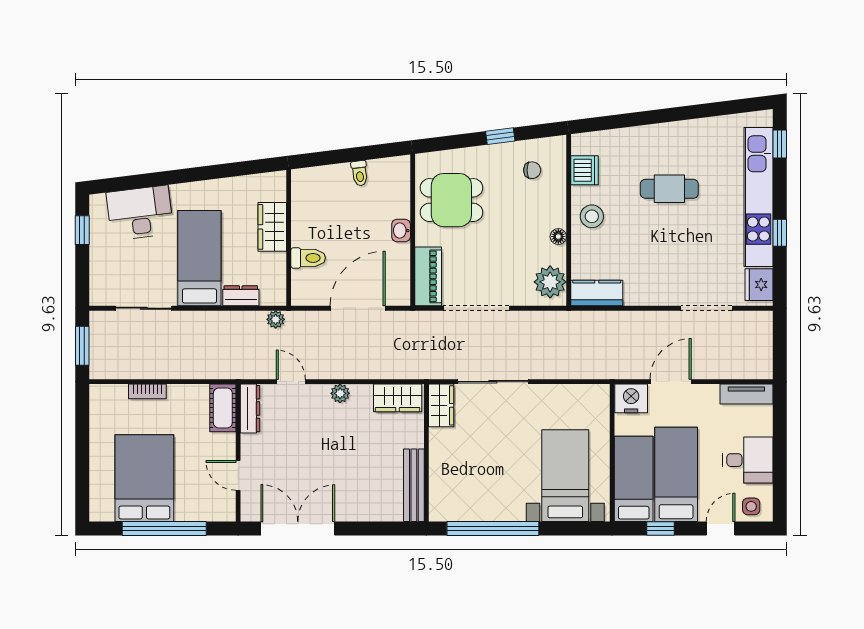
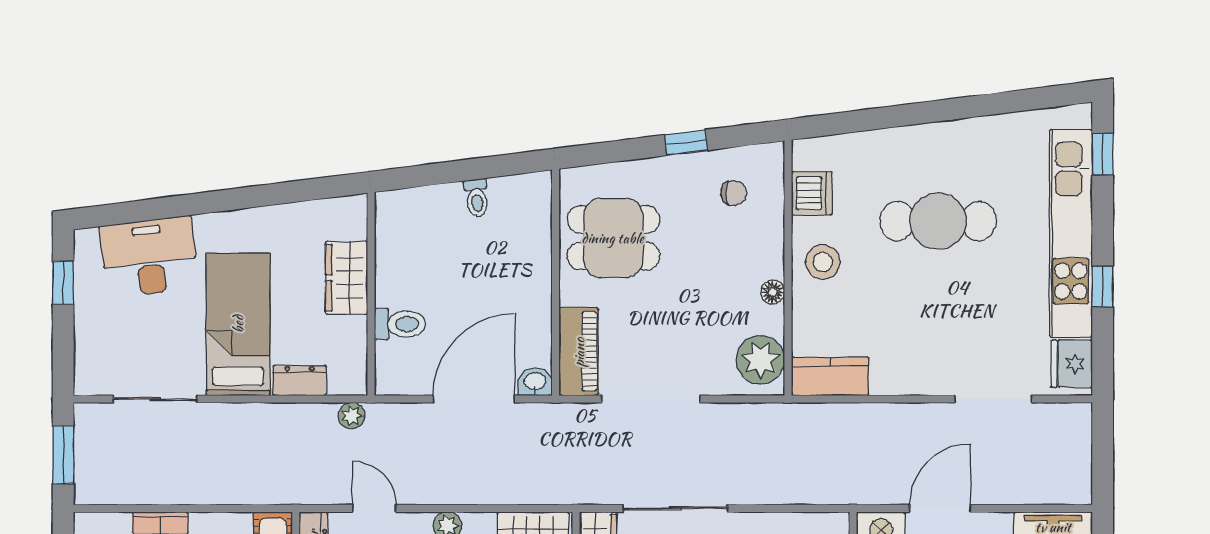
cafe table: (669, 189) -> (938, 221), width x1.37, depth x1.35
washbasin: (401, 230) -> (535, 382), moved, turned 90

